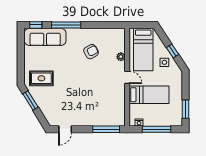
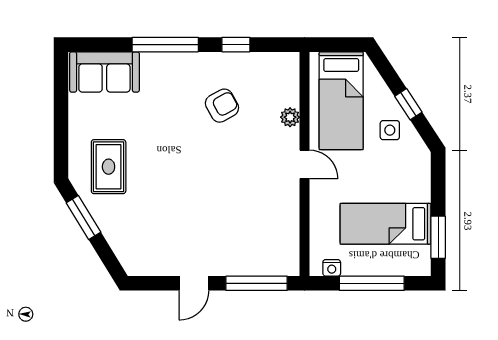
window: (36, 25) -> (236, 45), moved
sofa: (45, 37) -> (104, 72), width x0.73
rug: (41, 78) -> (109, 167), turned 90
bed: (149, 95) -> (386, 224), moved, turned 180
door: (65, 129) -> (194, 283), moved

